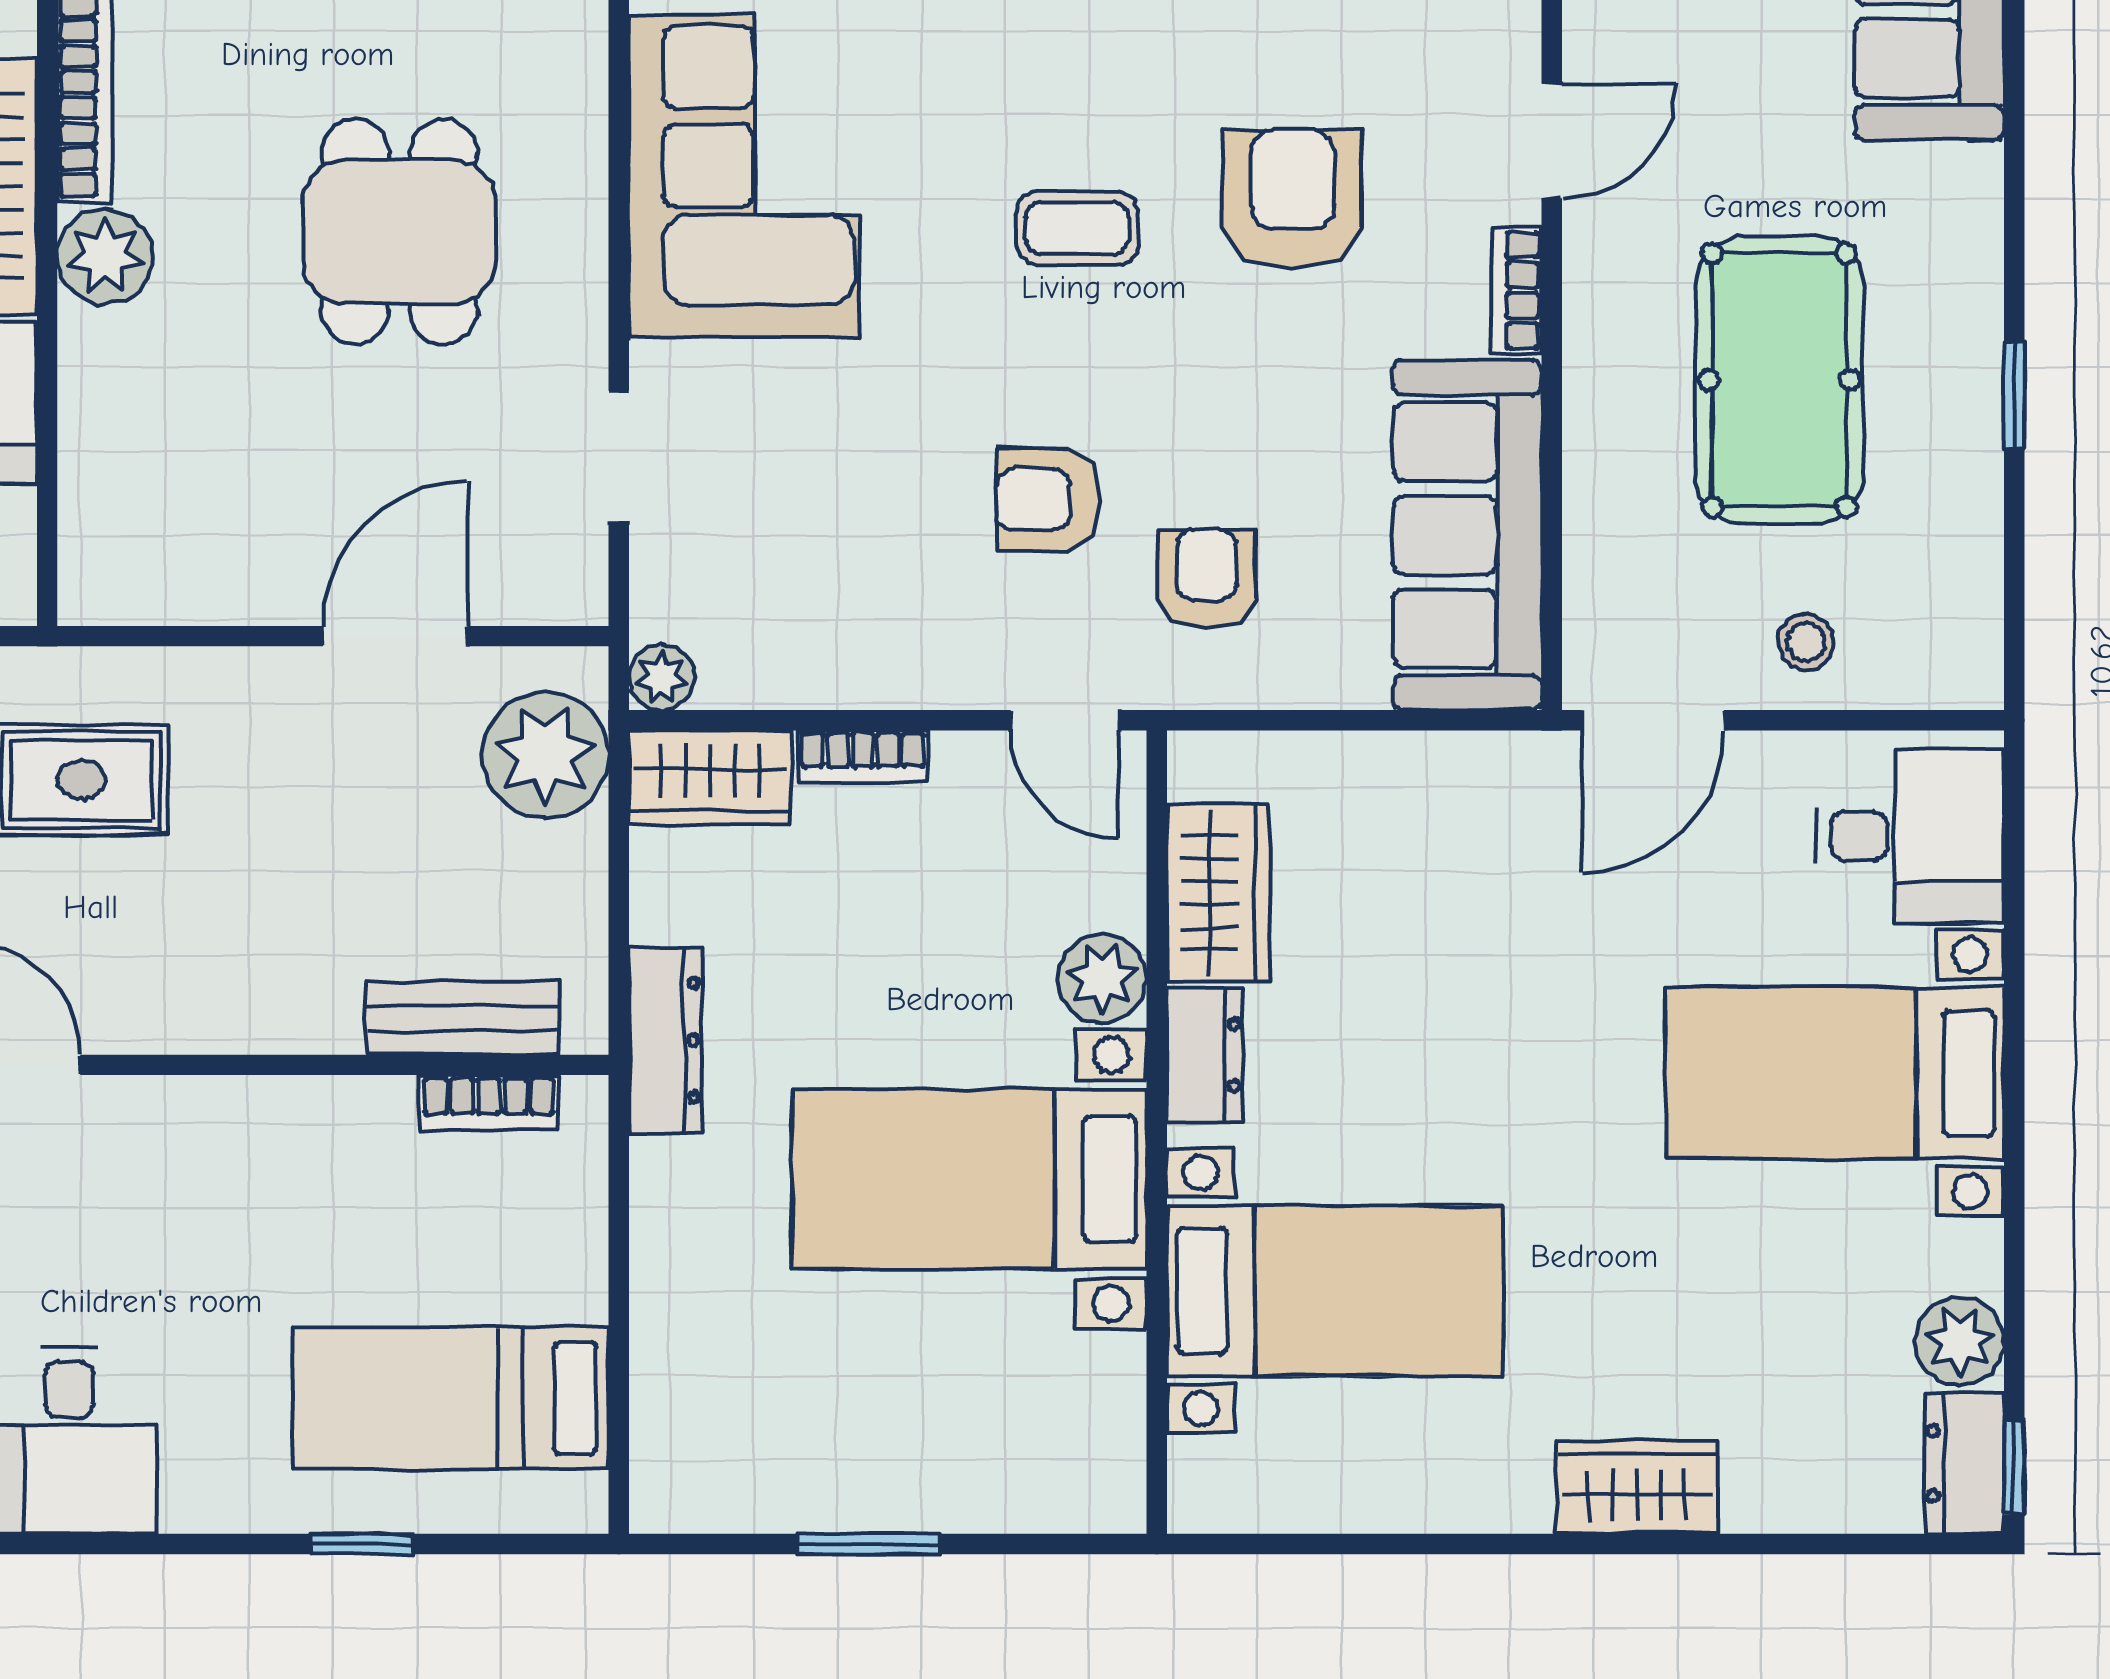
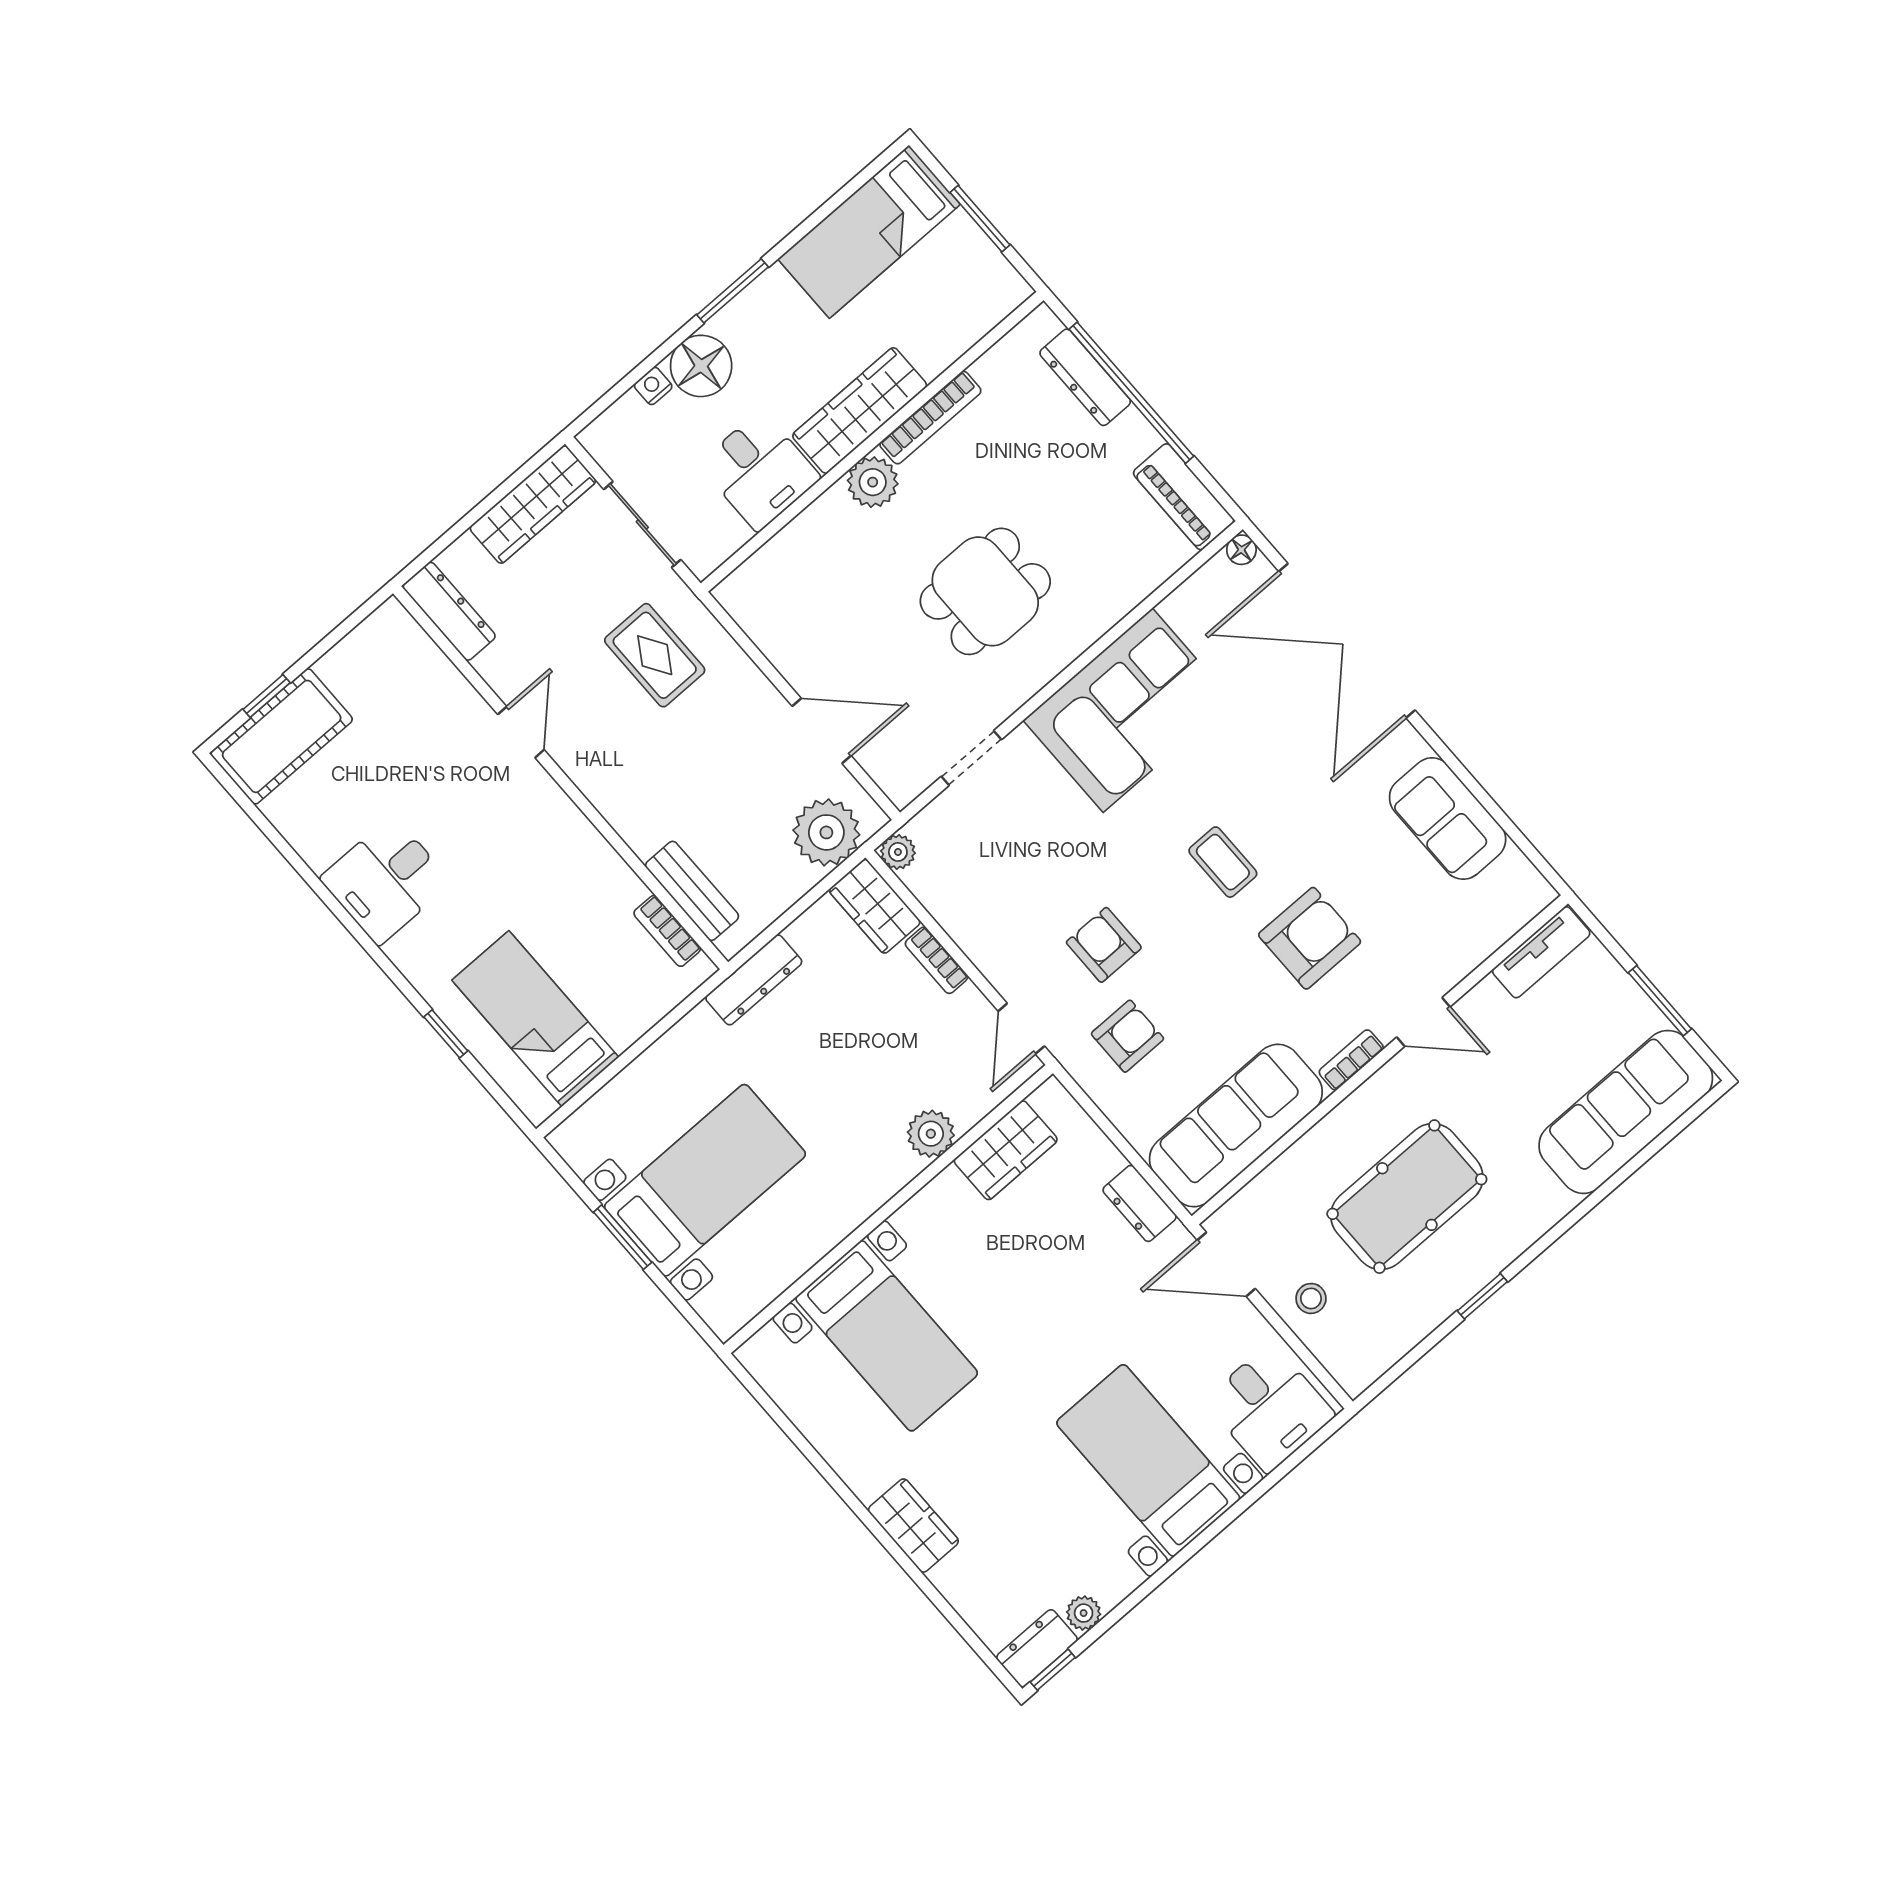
dresser: (1205, 1055) -> (1140, 1203), moved, turned 90
bed with nightstands: (969, 1179) -> (705, 1180), moved, turned 90
plant: (1960, 1341) -> (1084, 1613), width x0.73, depth x0.73

